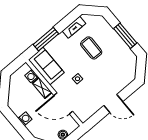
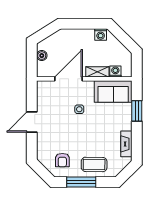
window: (46, 39) -> (137, 111), width x0.69
coffee table: (91, 48) -> (94, 164), moved
armchair: (121, 61) -> (62, 160), added
washing machine: (25, 119) -> (101, 35), moved

